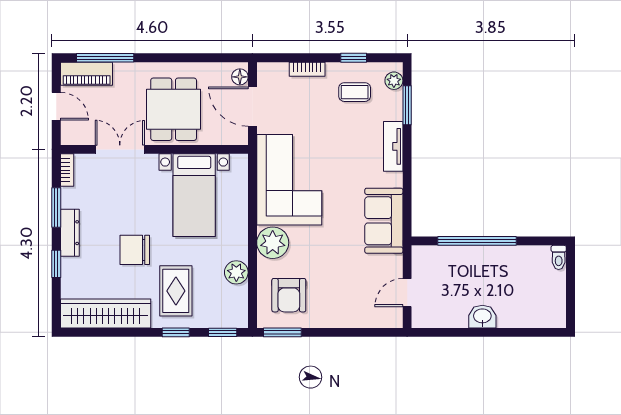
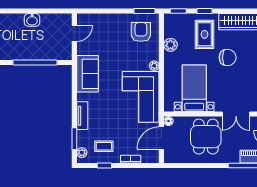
floor lamp: (240, 77) -> (168, 121), moved
door: (252, 107) -> (161, 138), swing flipped
plant: (273, 243) -> (154, 66), width x0.53, depth x0.53

